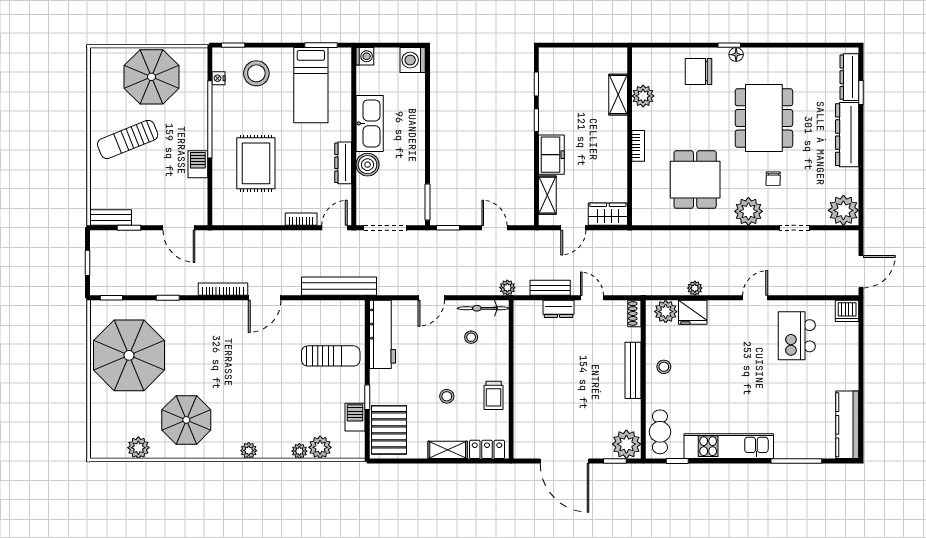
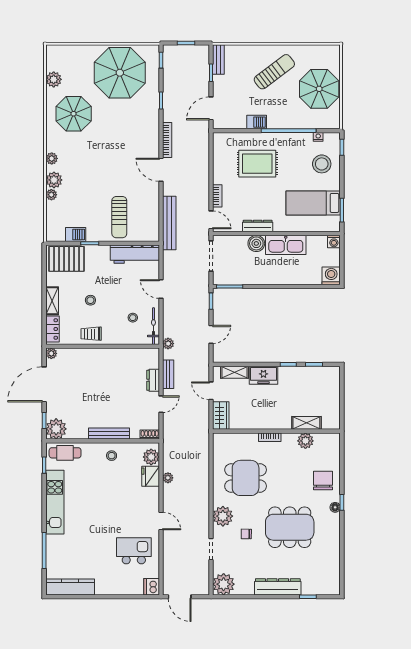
dresser: (849, 77) -> (319, 588), removed
sun lounger: (128, 139) -> (274, 72), turned 75
plant: (320, 447) -> (54, 180), moved
plant: (521, 451) -> (51, 353), added

